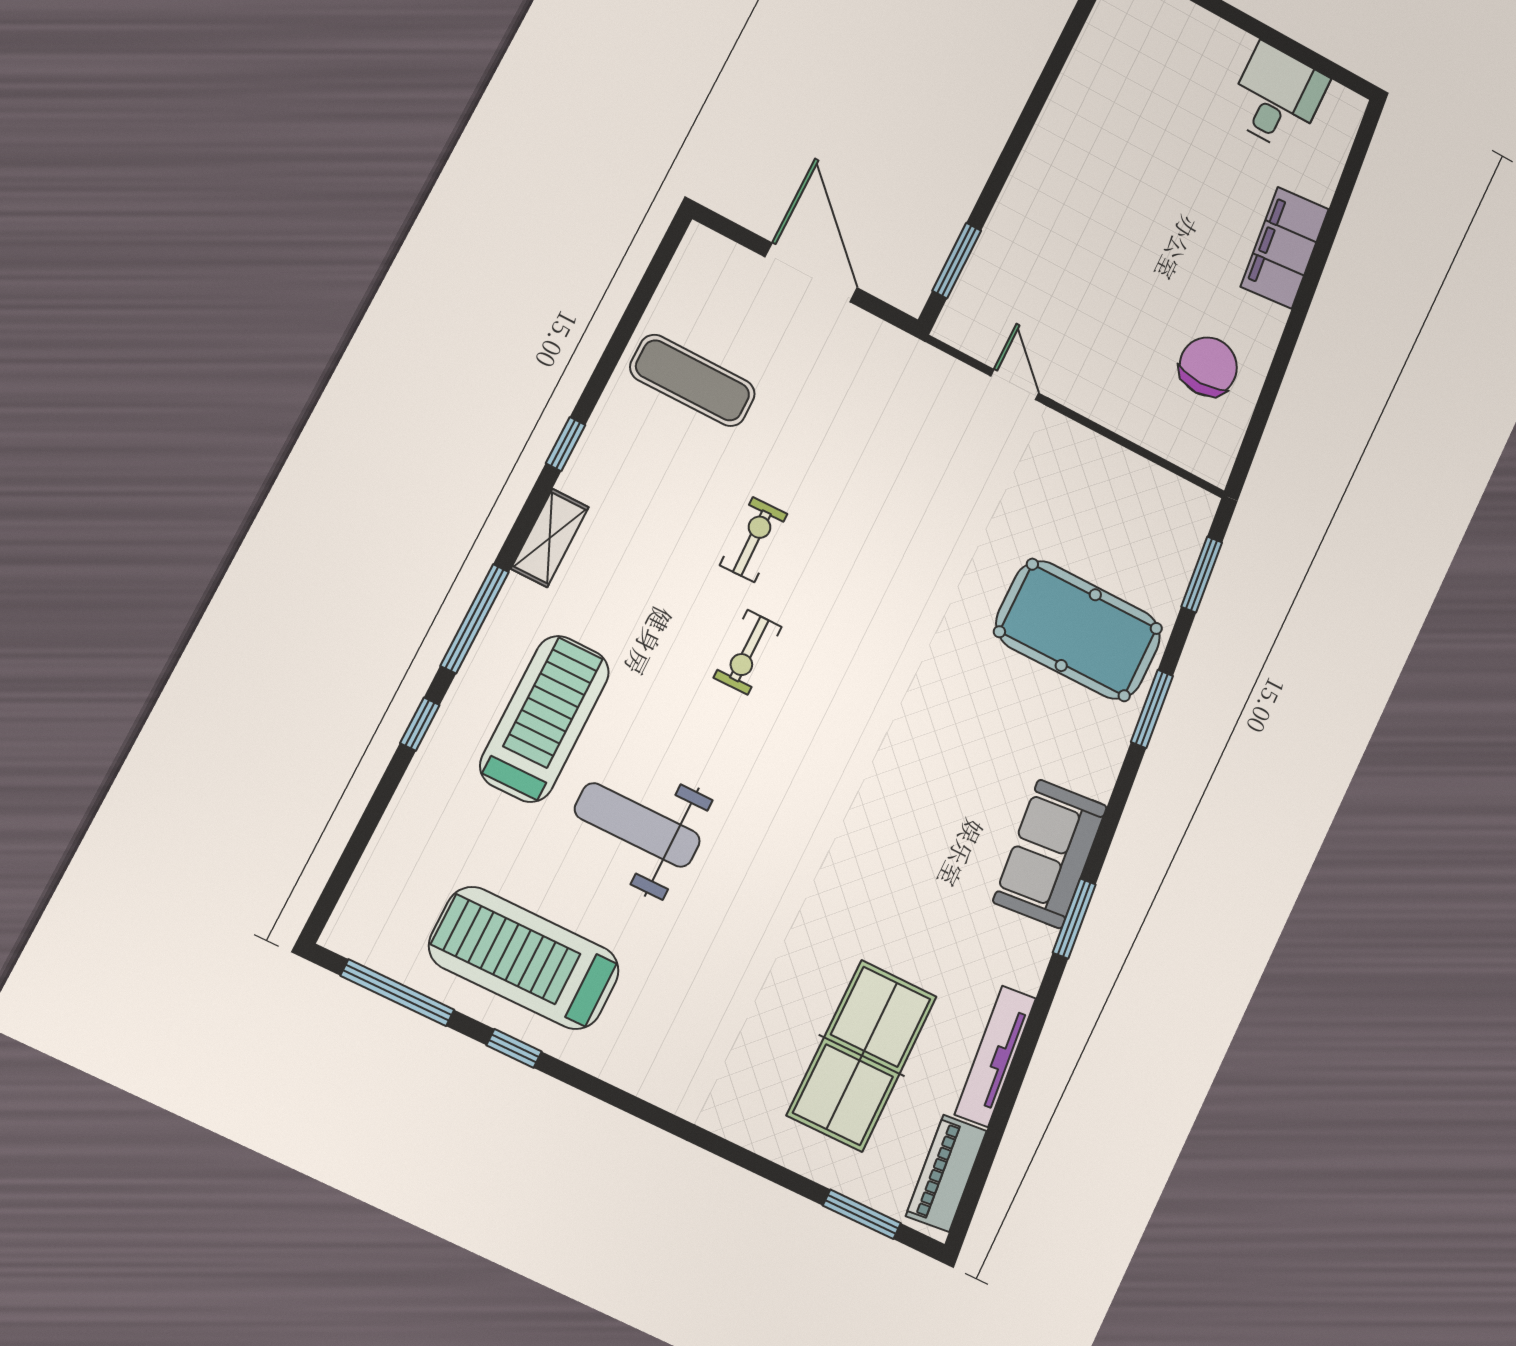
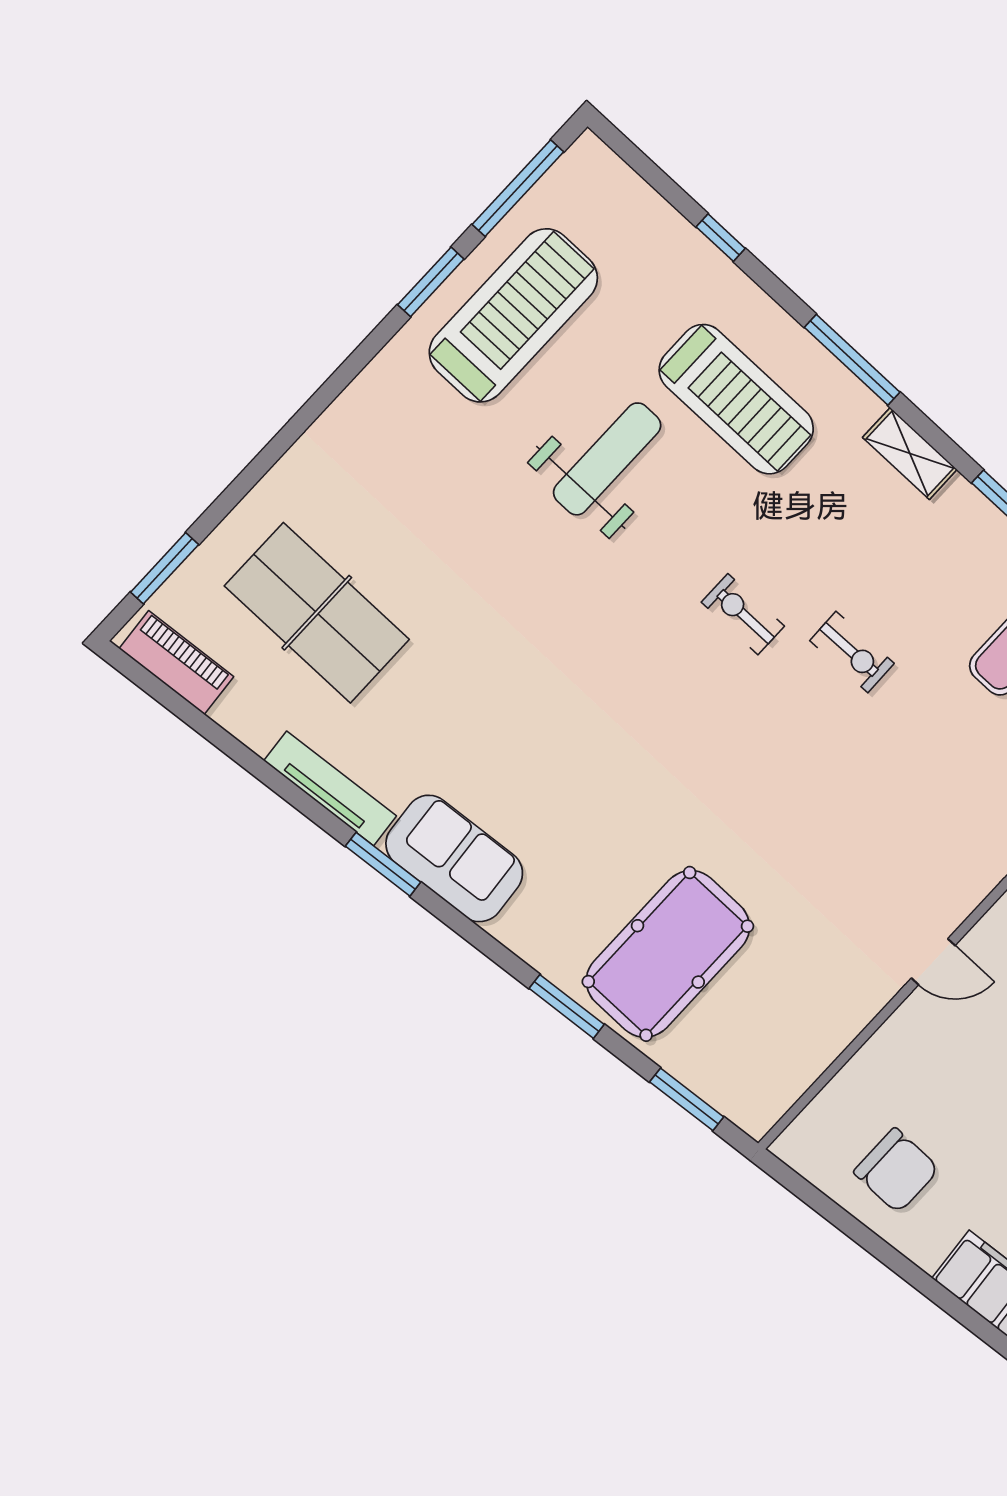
window: (420, 724) -> (721, 238), moved
window: (514, 1048) -> (431, 282), width x1.50
tv unit: (995, 1056) -> (330, 788), moved

